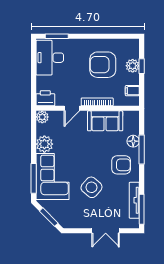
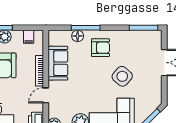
door: (72, 108) -> (46, 95), swing flipped
armchair: (121, 165) -> (100, 48), turned 90
tv unit: (134, 200) -> (135, 35), removed

